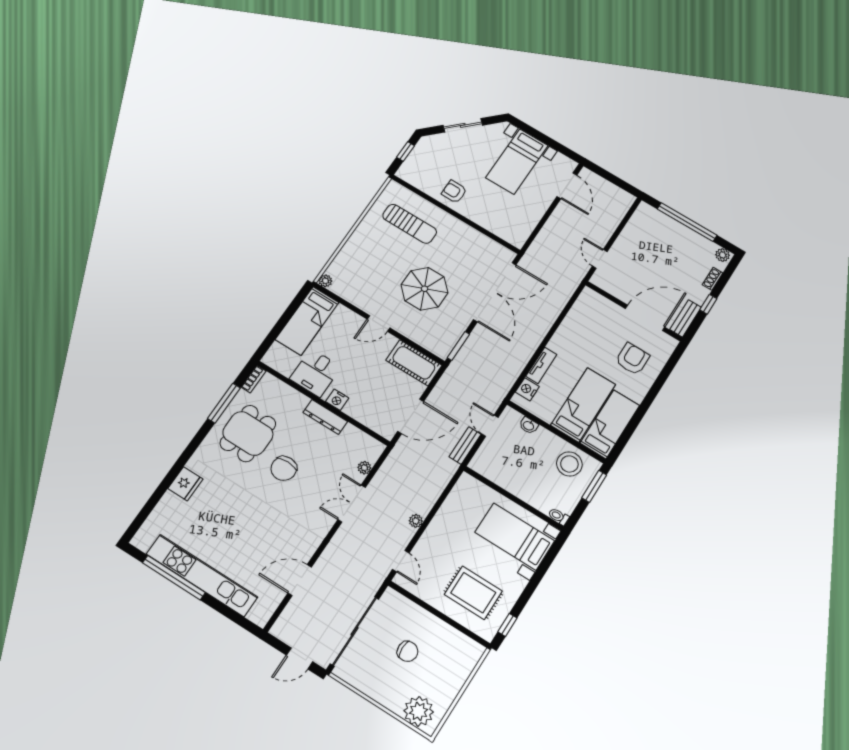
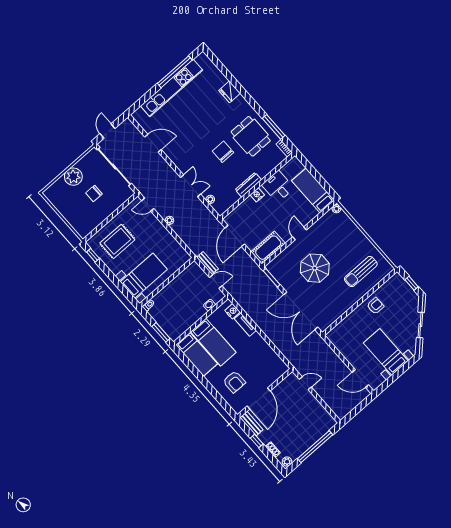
stool: (569, 464) -> (179, 322), removed
door: (300, 580) -> (153, 143), hinge flipped
plant: (419, 711) -> (73, 177), moved

